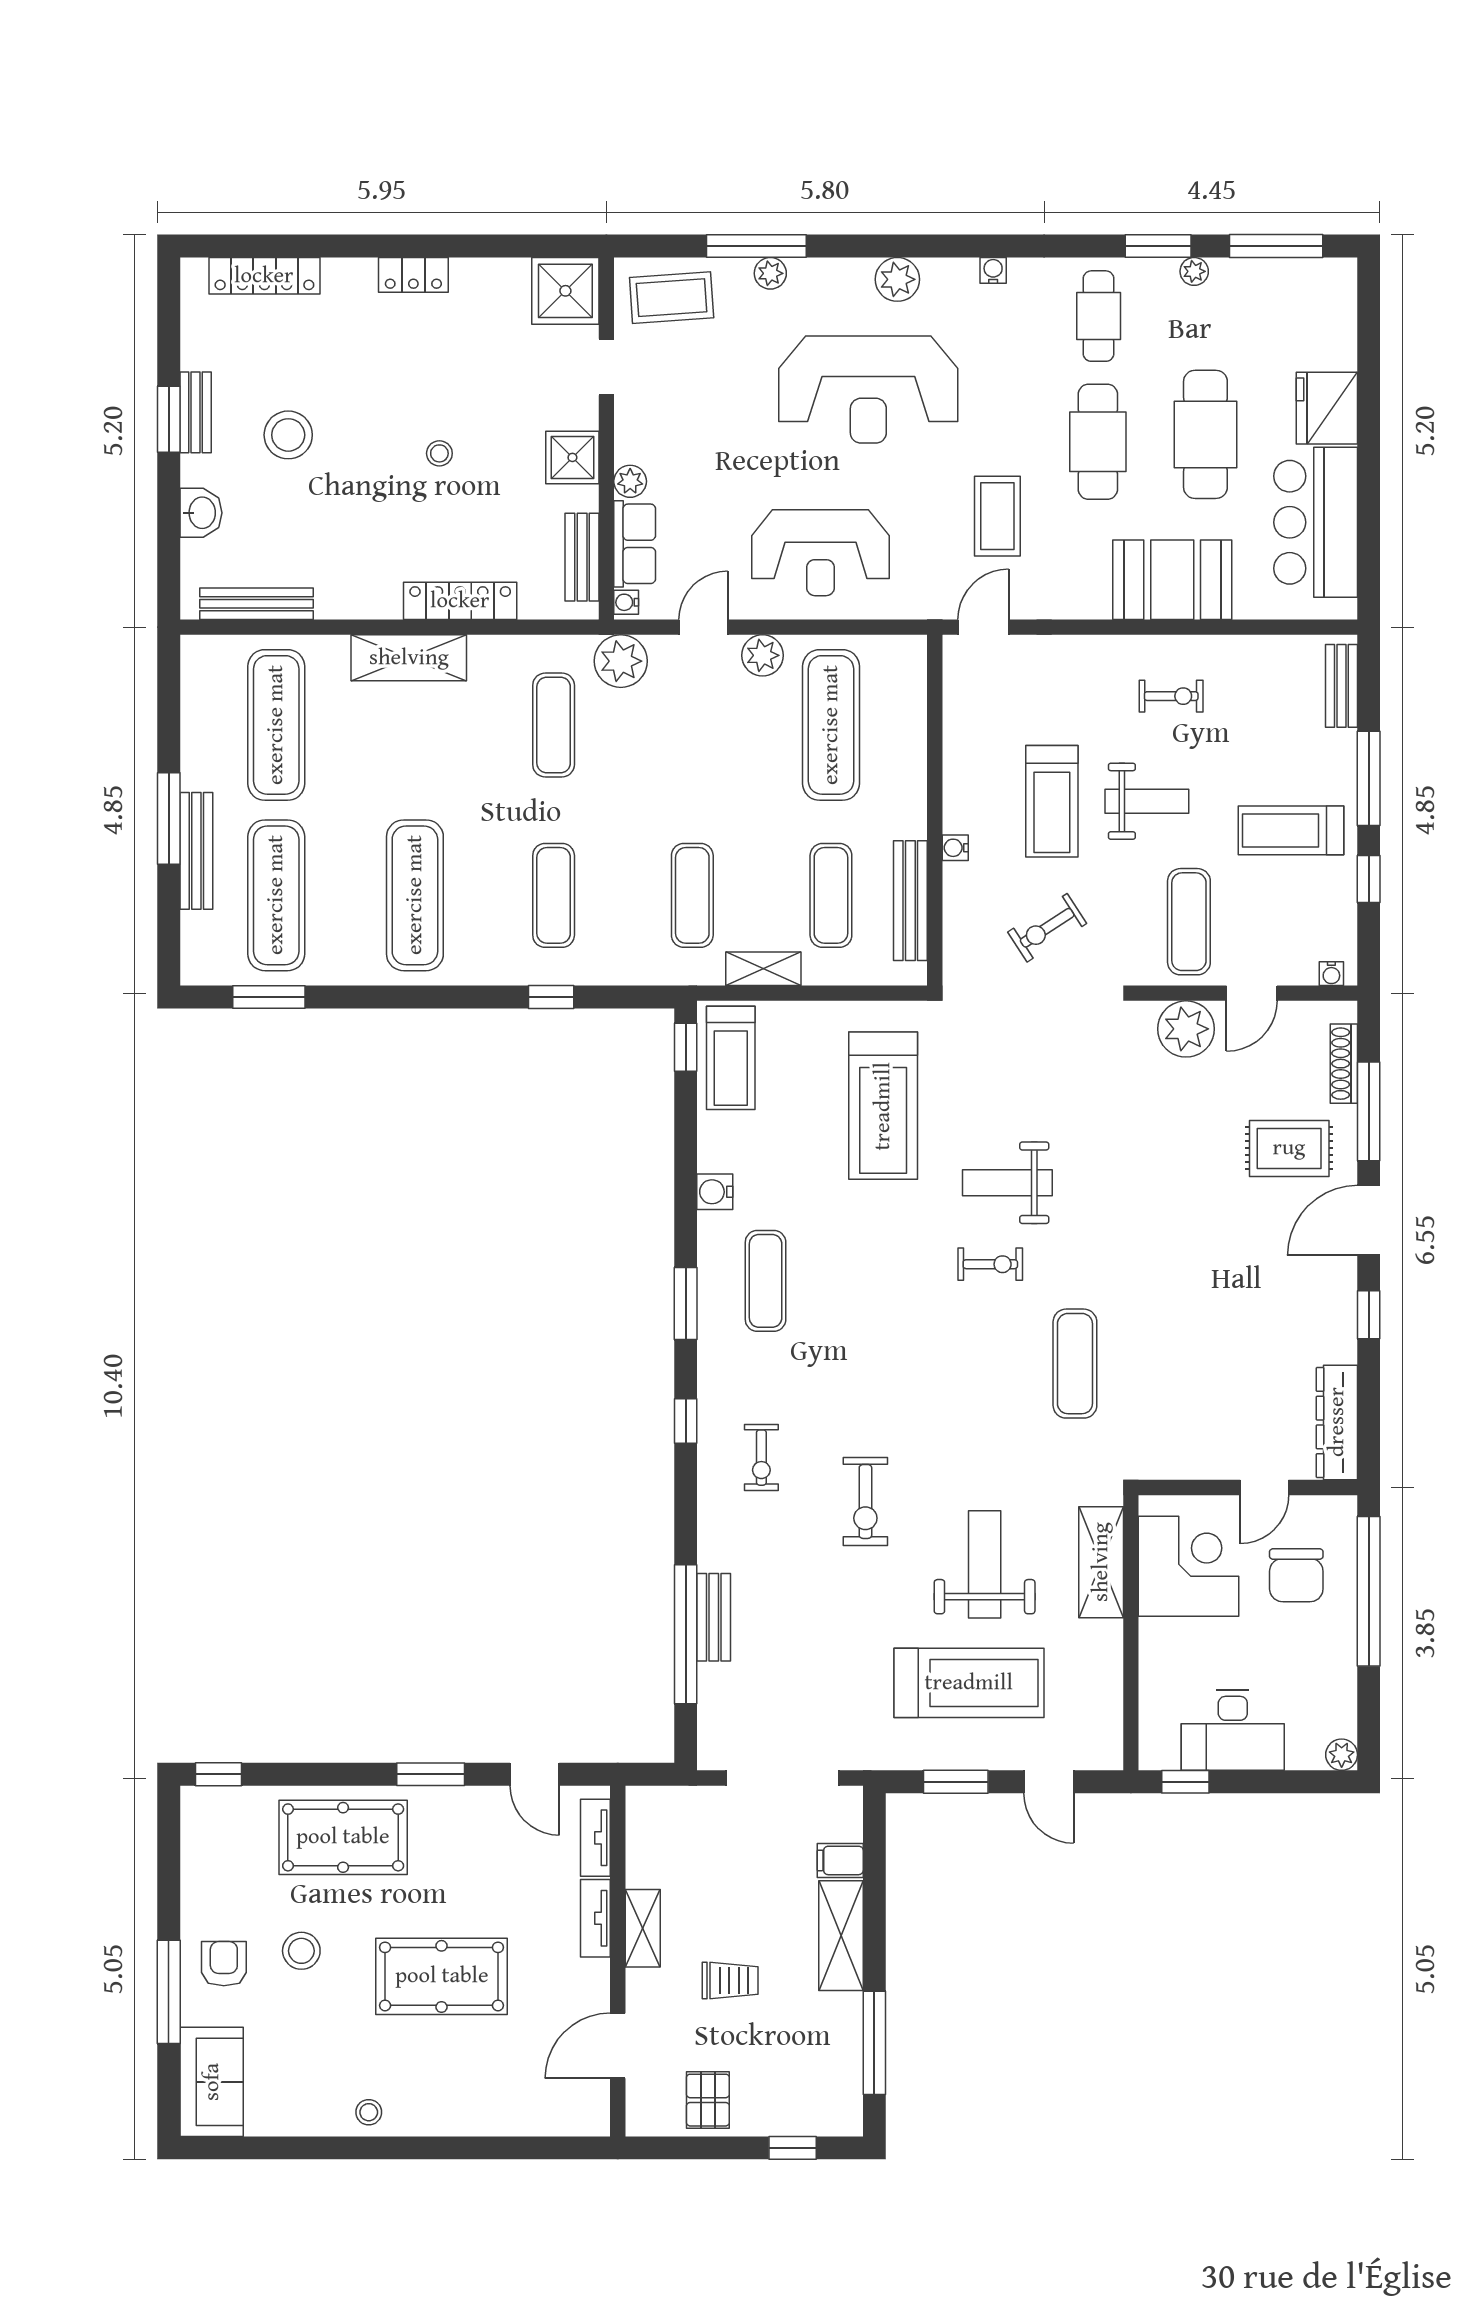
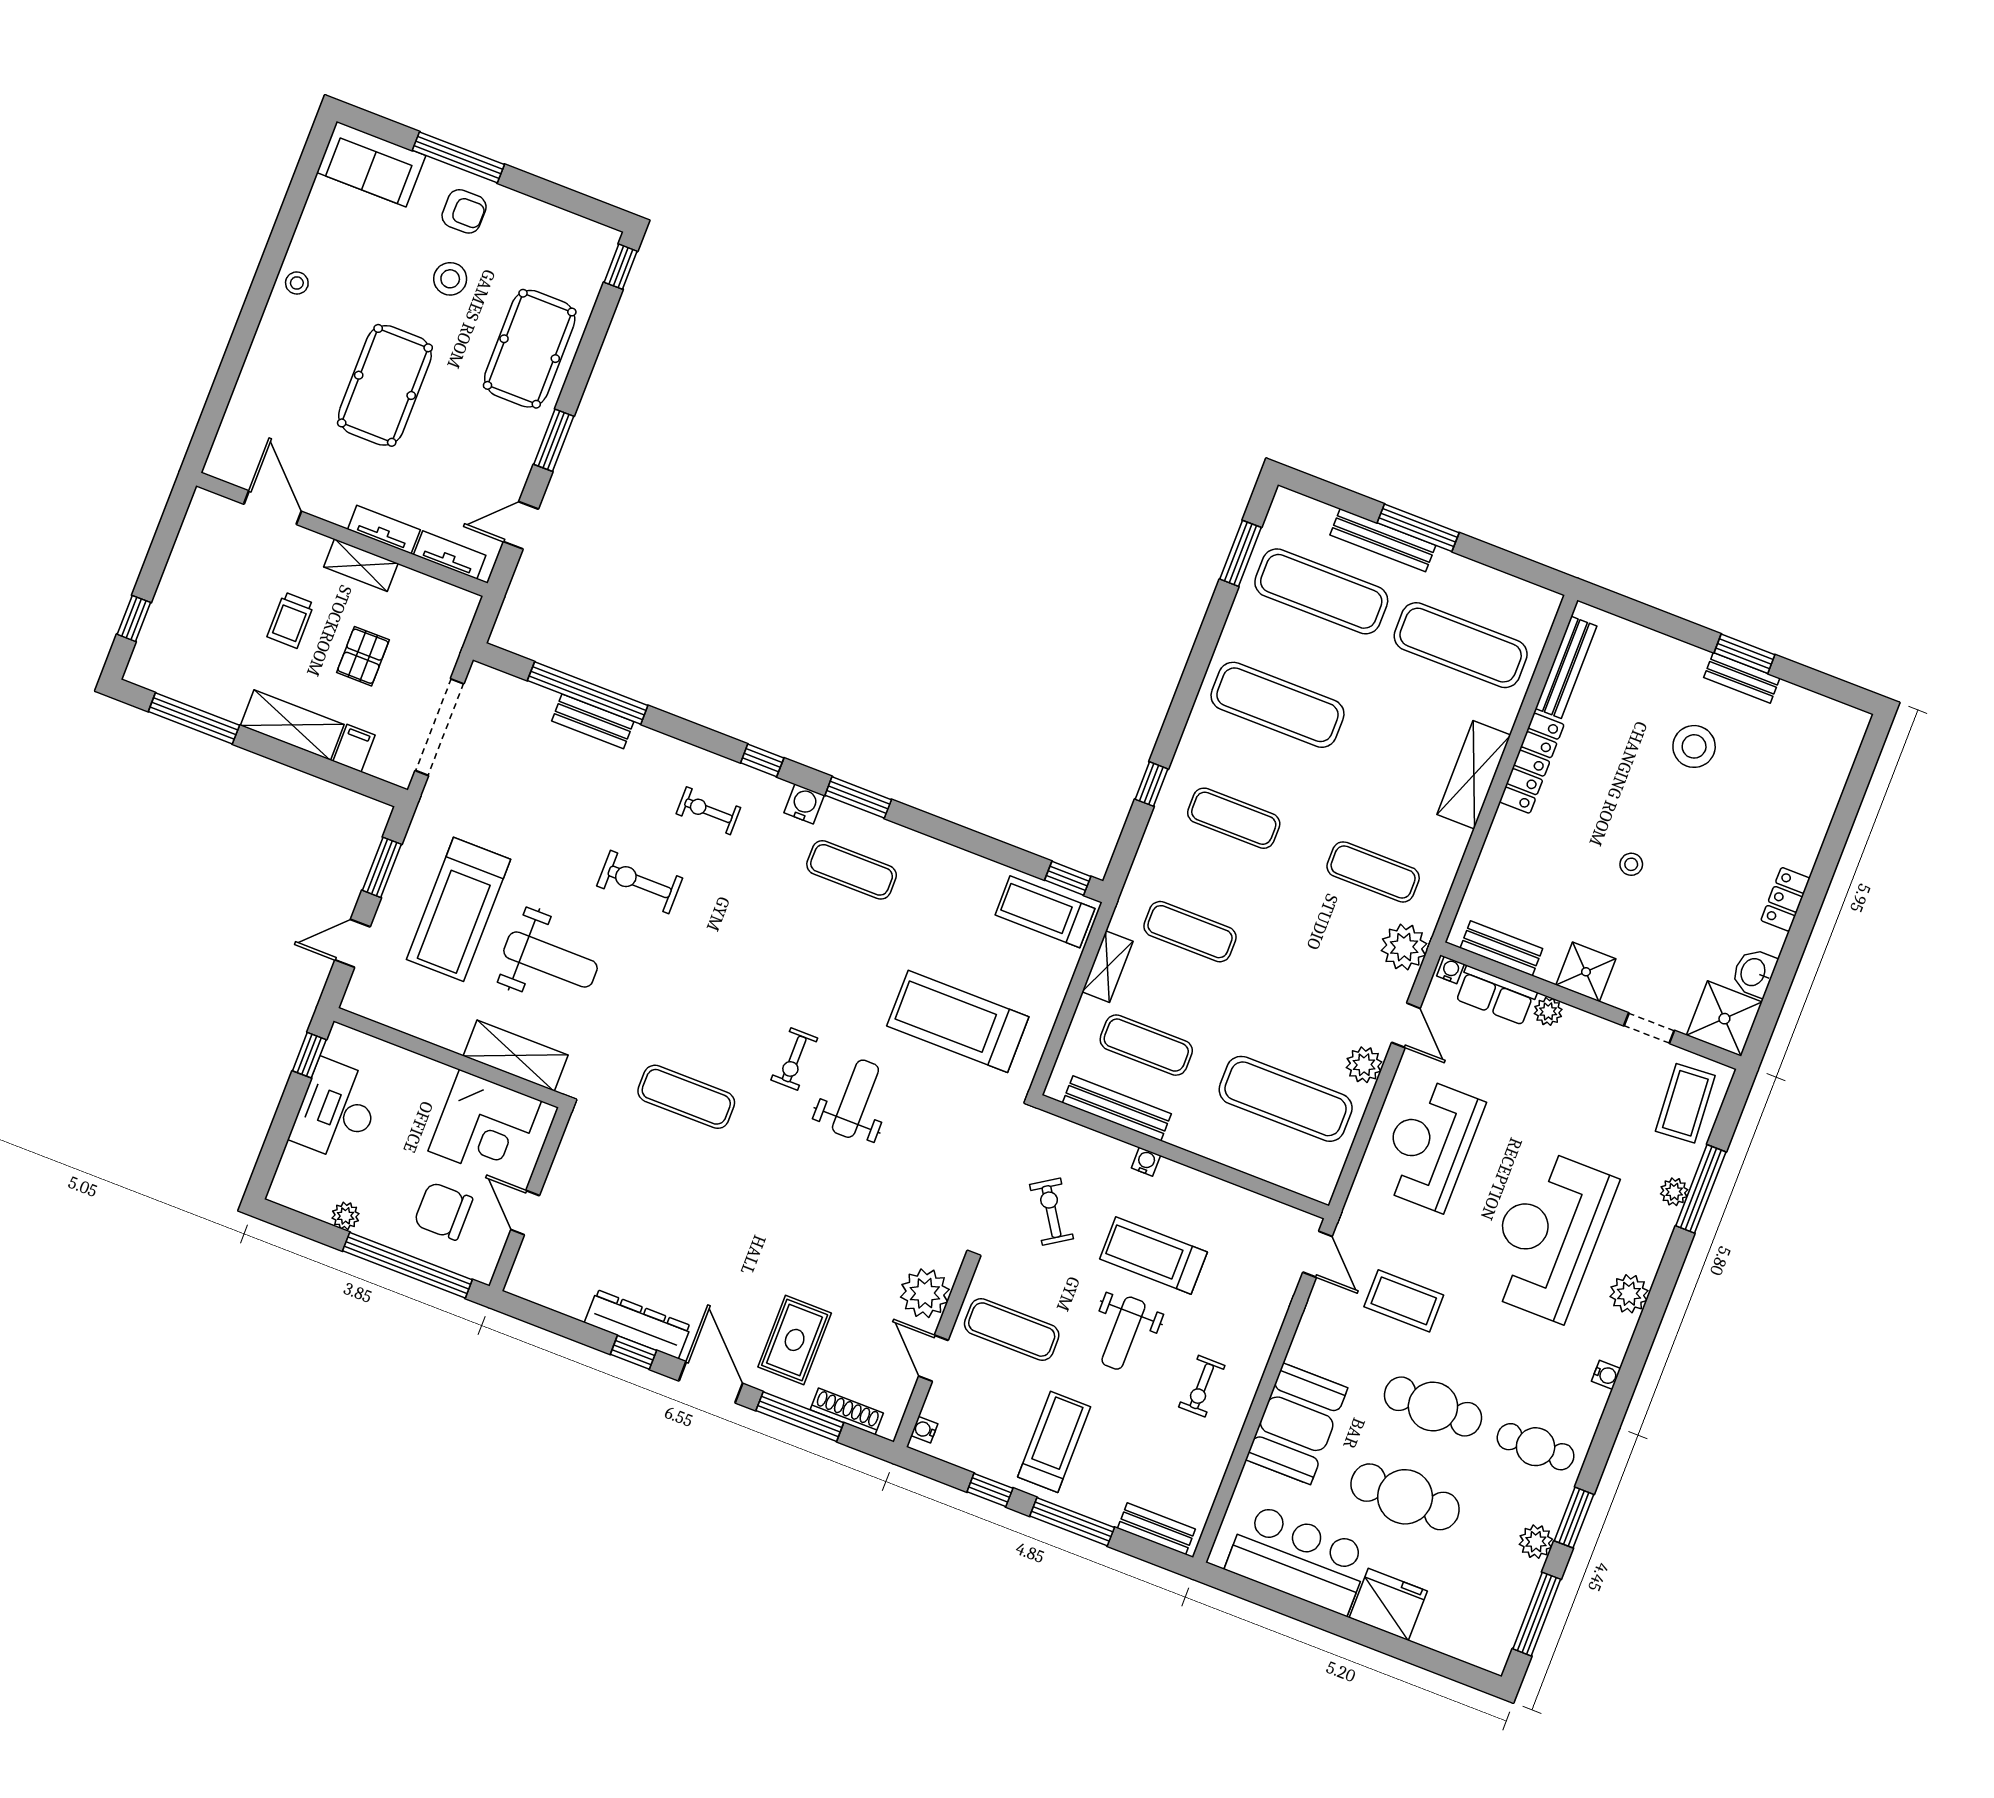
plant: (1194, 271) -> (1536, 1542), width x1.38, depth x1.38
locker: (264, 276) -> (1832, 777), removed
washbasin: (201, 513) -> (1754, 973), moved, turned 90
locker: (460, 601) -> (1532, 763), moved
water cooler: (715, 1192) -> (804, 804), moved
dresser: (1337, 1422) -> (638, 1324), moved
plant: (1342, 1755) -> (346, 1216), moved
pallet: (708, 2100) -> (363, 656), moved, turned 90

